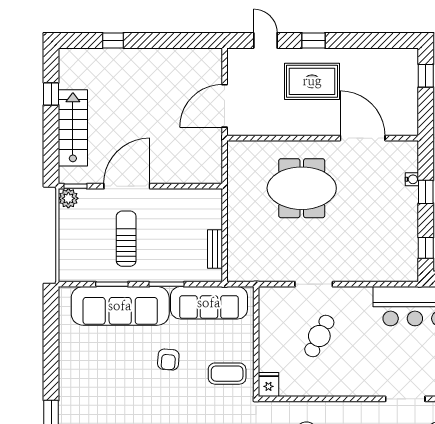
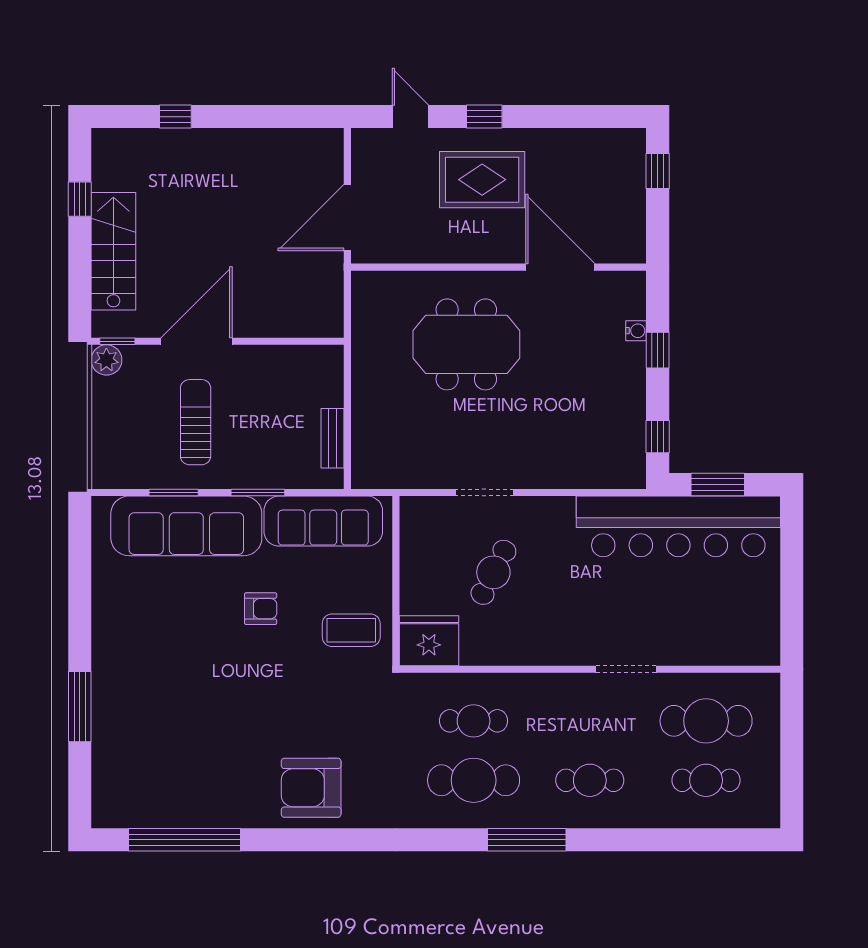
armchair: (168, 360) -> (261, 609), turned -94
fridge: (268, 385) -> (429, 641), width x1.88, depth x1.34

